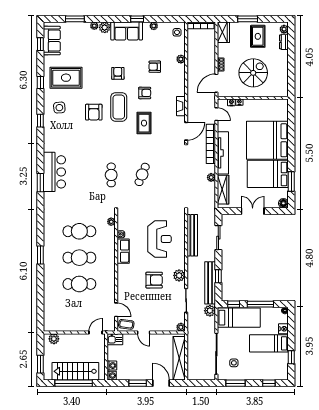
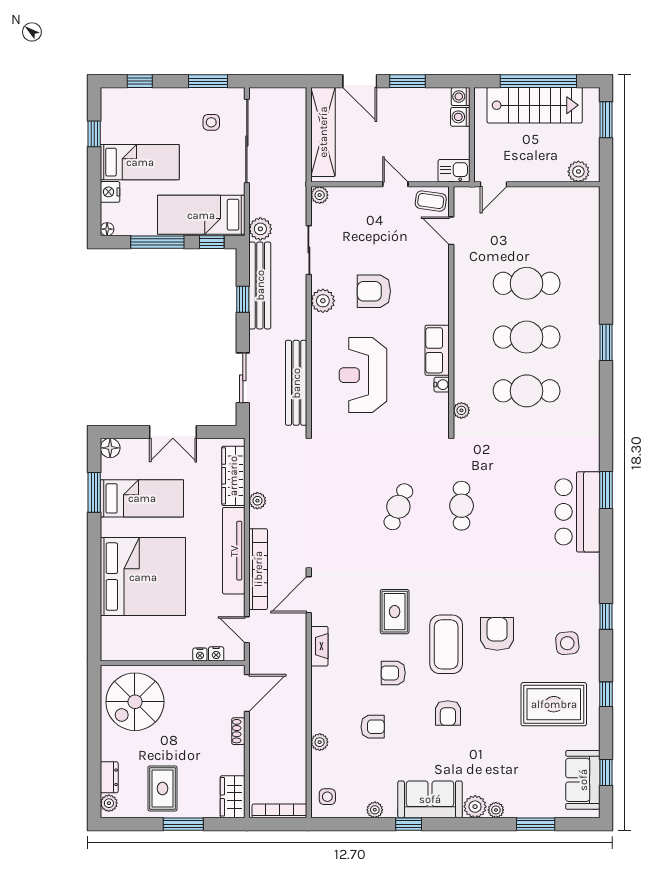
spiral stairs: (253, 73) -> (135, 702), moved
bed: (268, 174) -> (142, 498), width x0.67

